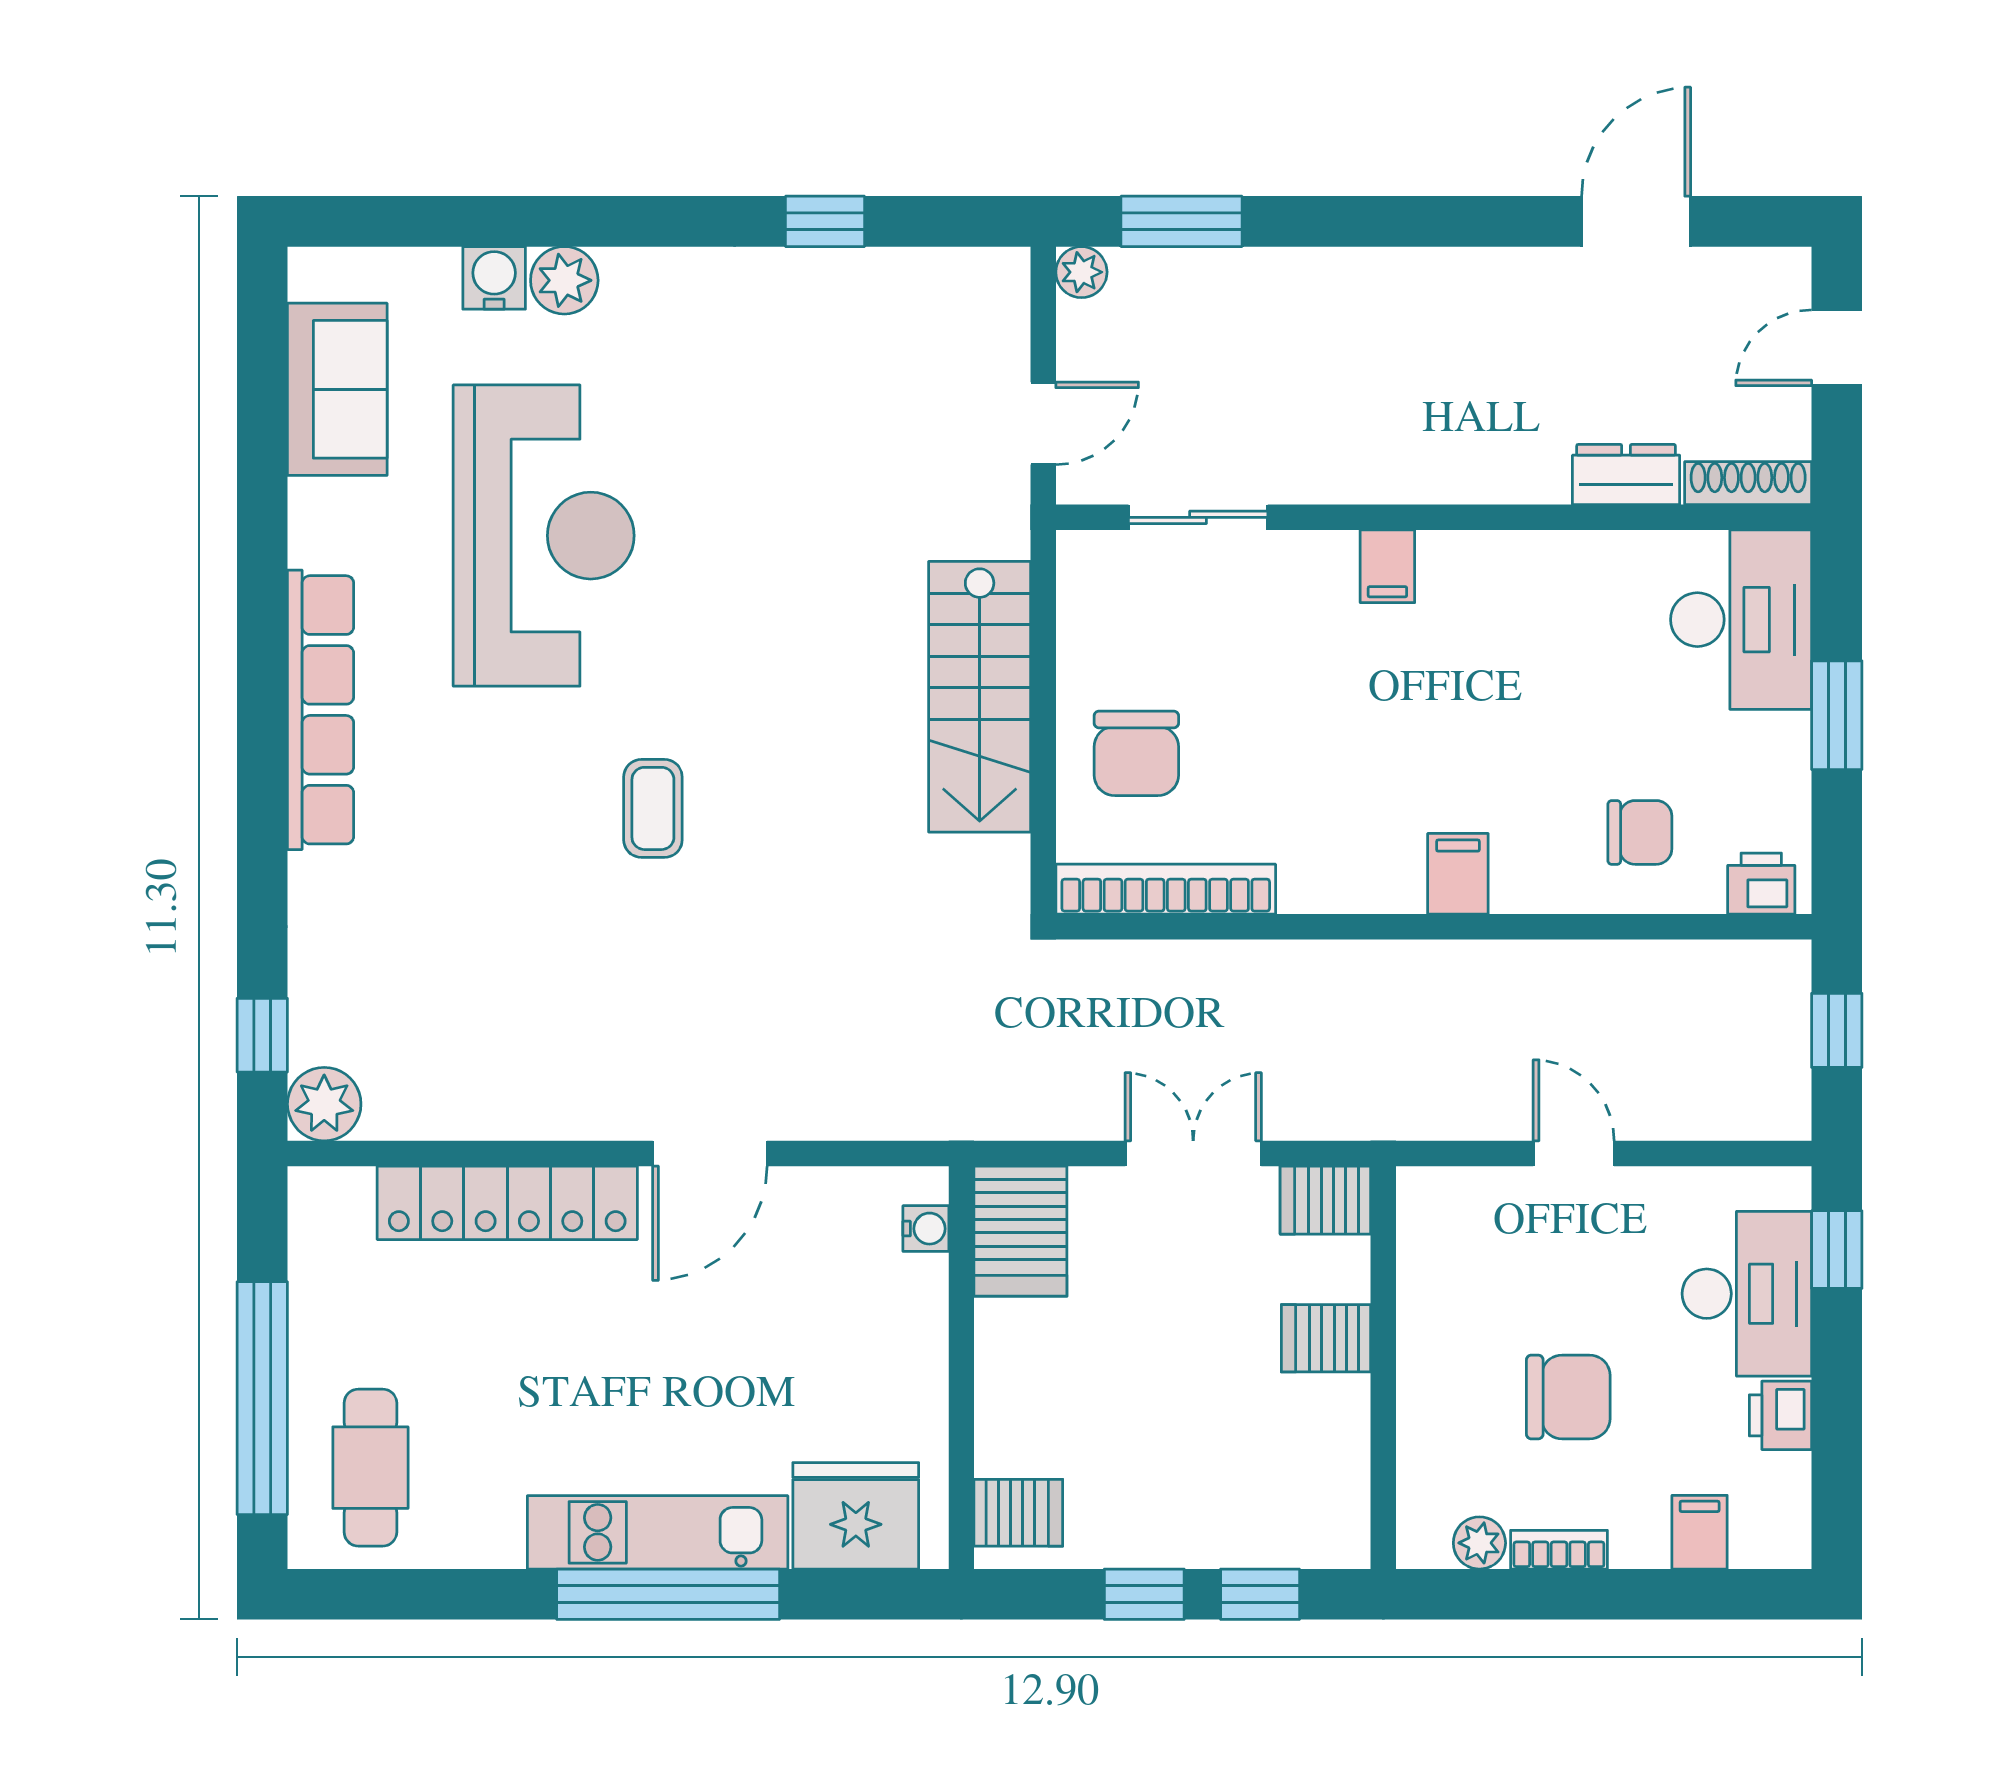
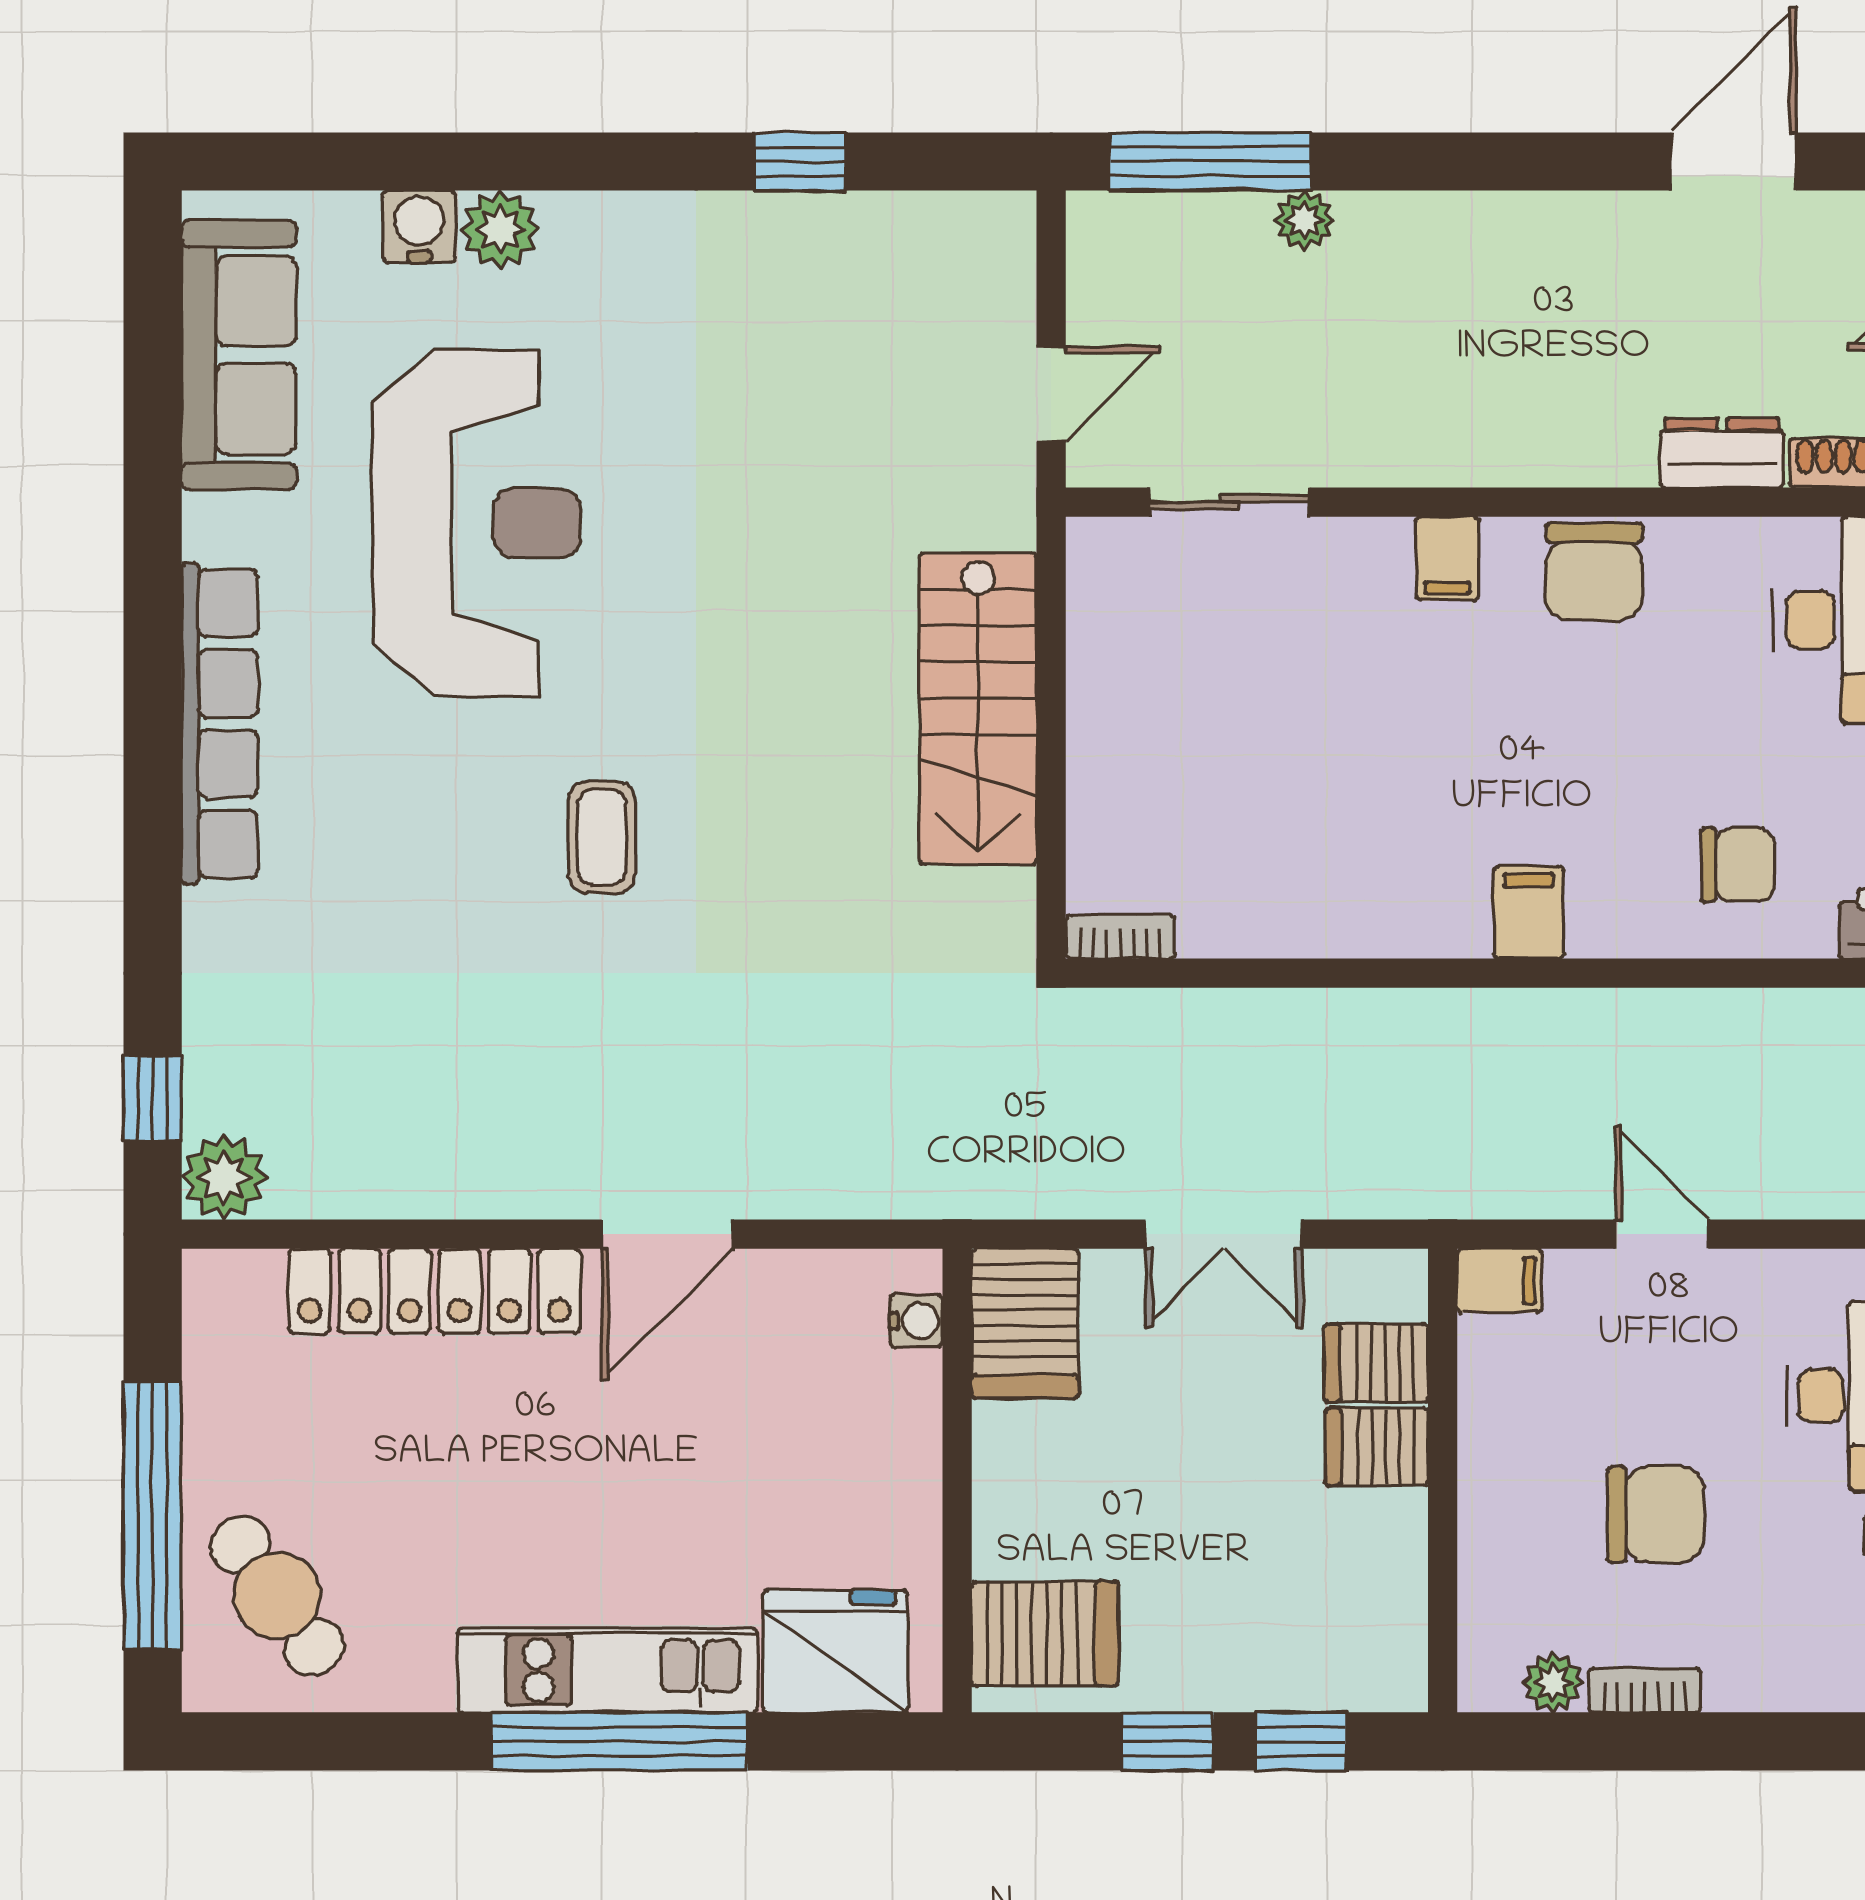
window: (1182, 221) -> (1210, 162), width x1.44
plant: (1081, 272) -> (1304, 220), moved
sofa: (337, 389) -> (239, 355), width x1.36
chair: (1136, 753) -> (1594, 572), moved
bookcase: (1166, 889) -> (1120, 937), width x0.43, depth x0.76
double door: (1193, 1153) -> (1224, 1234), swing flipped
server rack: (1325, 1200) -> (1376, 1363), moved
cafe table: (370, 1468) -> (277, 1596), turned -36
server rack: (1018, 1513) -> (1045, 1634), width x1.36, depth x1.44
filing cabinet: (1700, 1532) -> (1500, 1280), moved, turned 90

